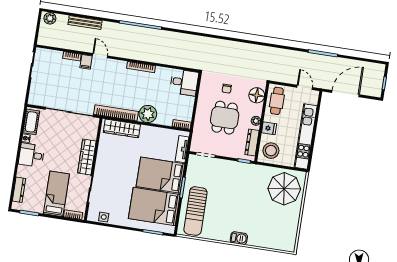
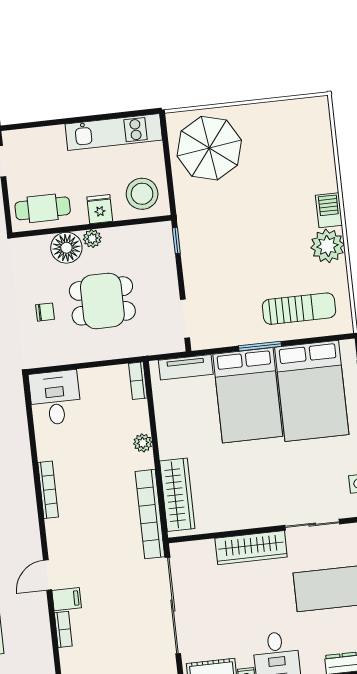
floor lamp: (257, 95) -> (66, 248), moved
plant: (148, 114) -> (143, 443), width x0.53, depth x0.53
kitchen unit: (306, 136) -> (114, 132), width x0.73
dresser: (252, 143) -> (136, 235), removed
sun lounger: (195, 211) -> (299, 309), width x0.73, depth x0.75
plant: (222, 233) -> (327, 246), added

